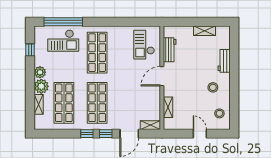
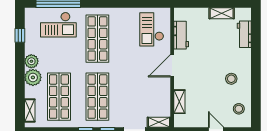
workbench: (224, 61) -> (244, 34), moved
shelving: (39, 104) -> (30, 110), moved

